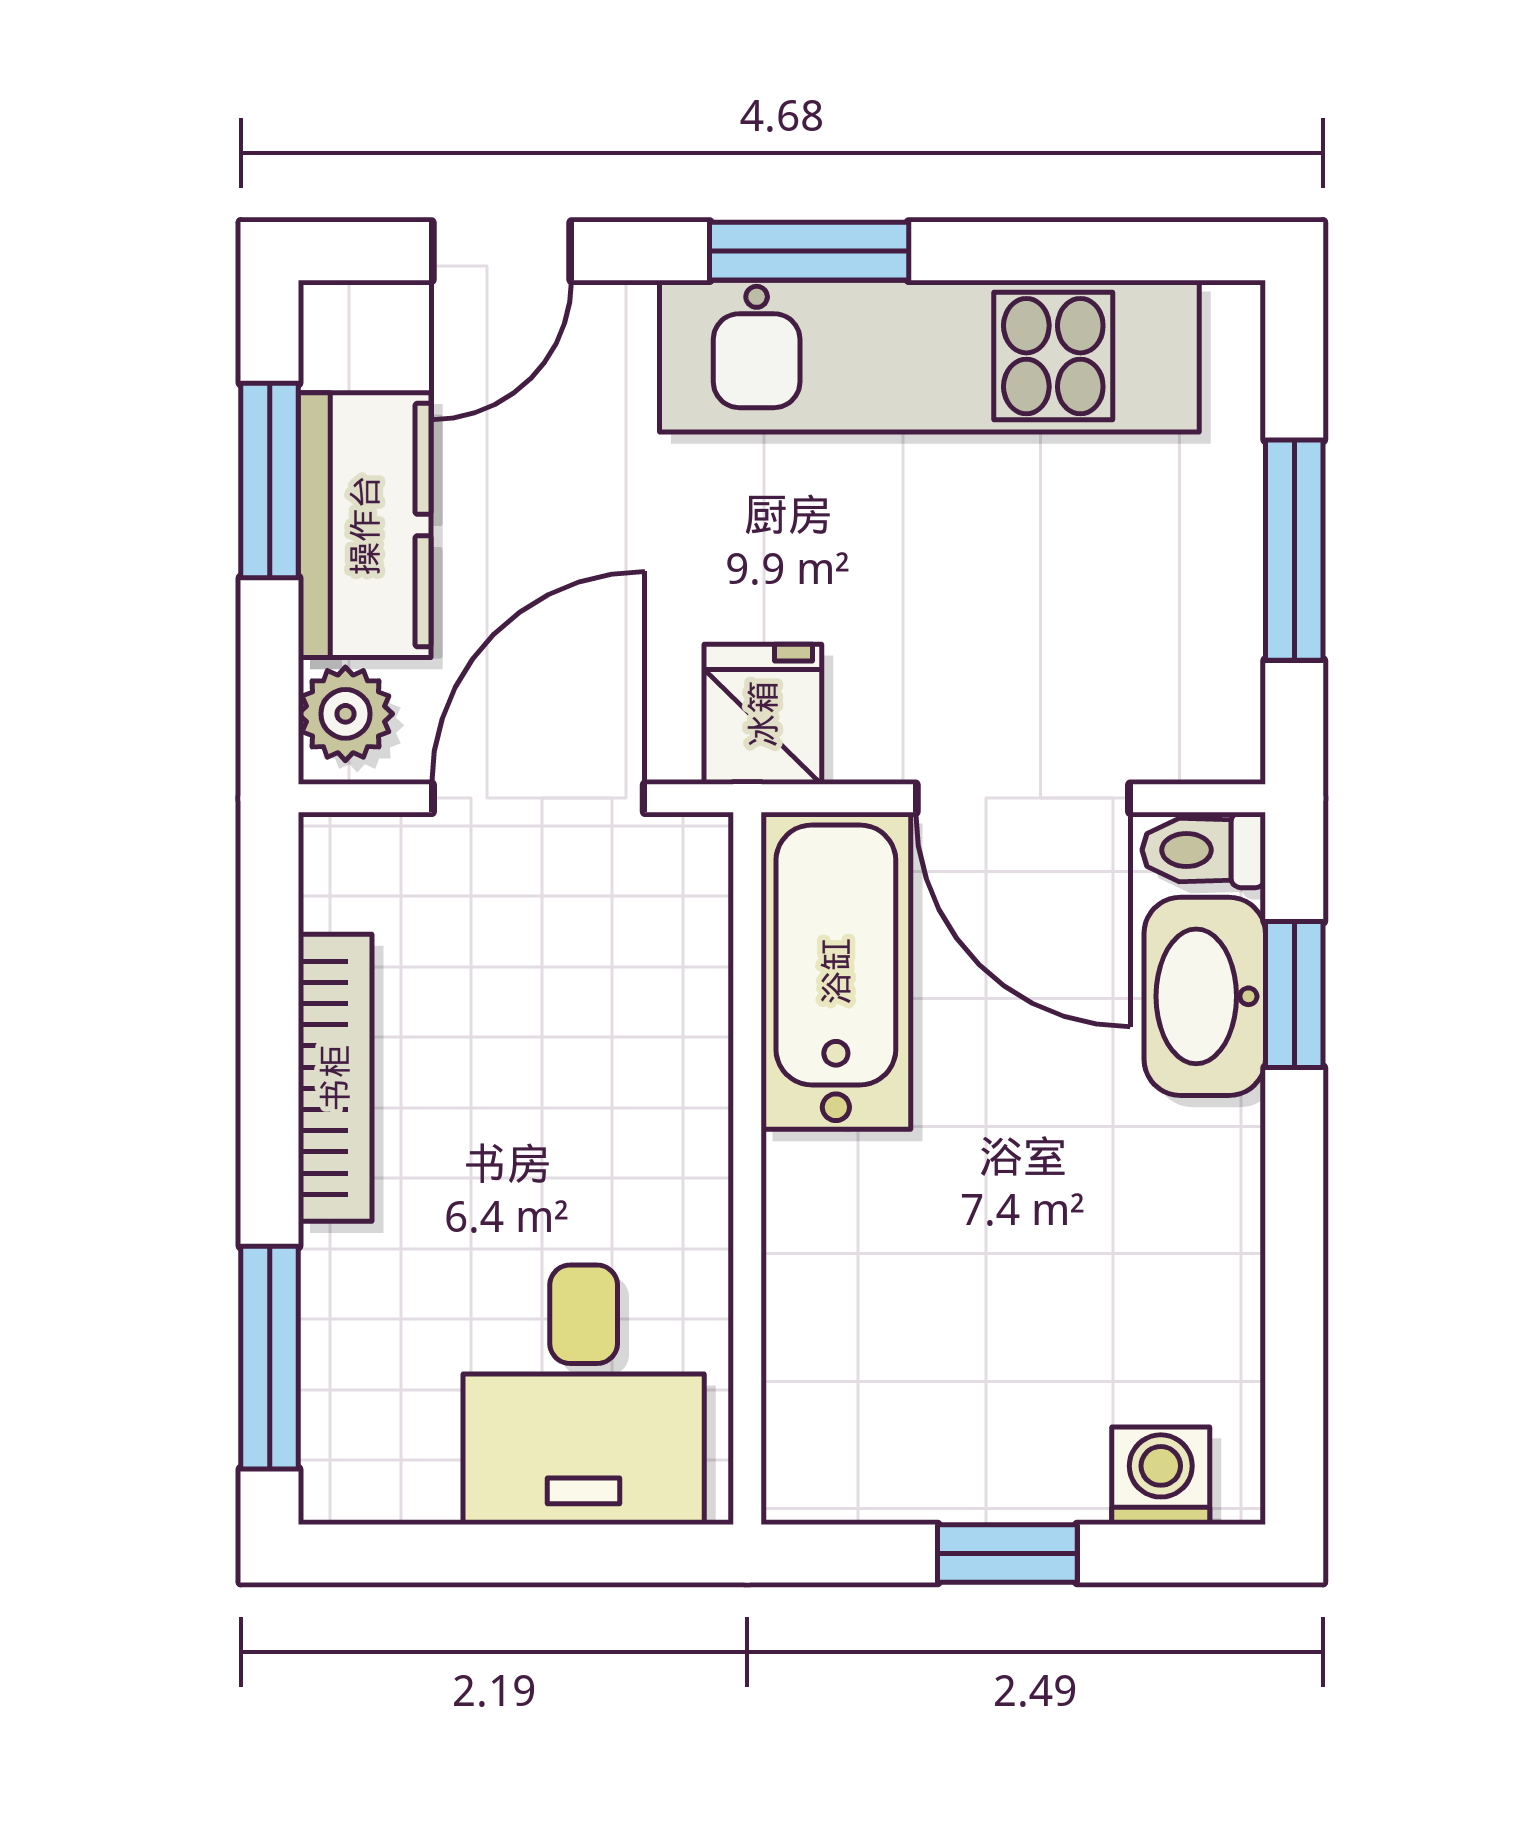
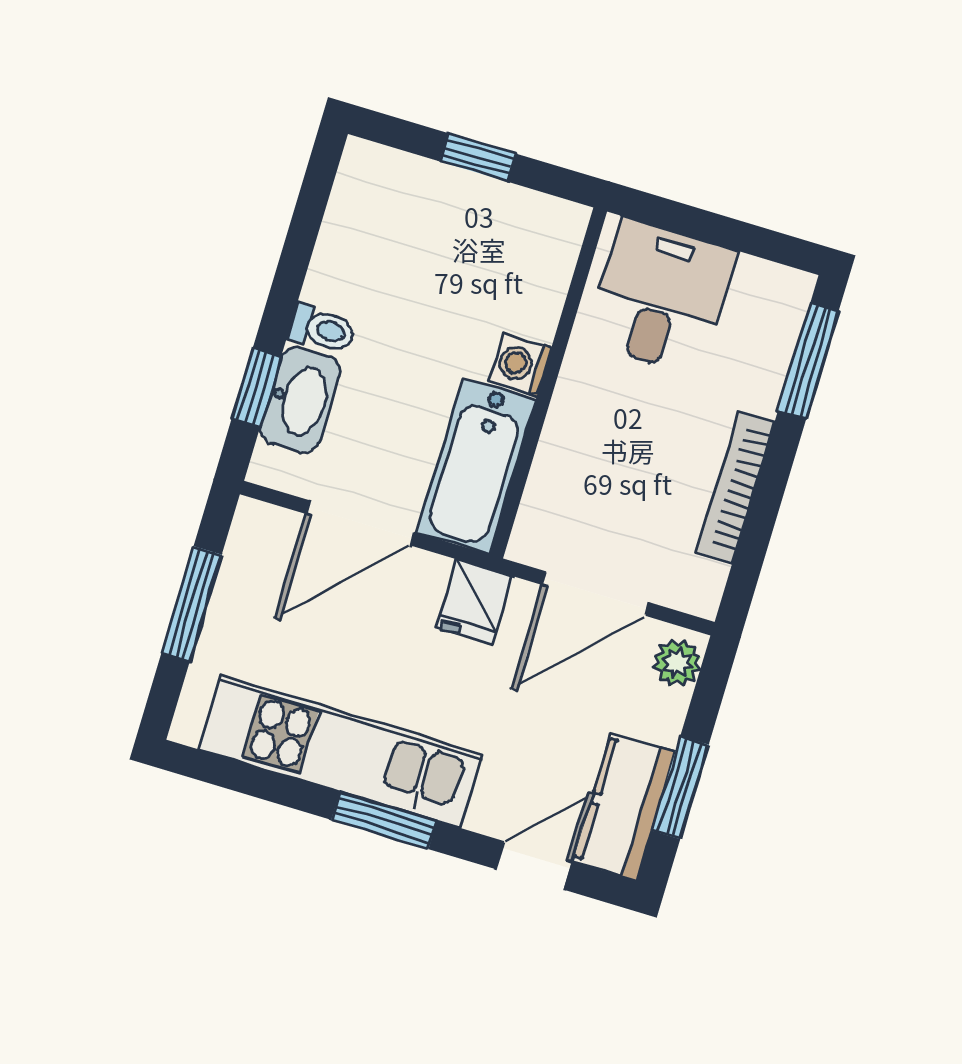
kitchen counter: (365, 525) -> (624, 807), moved
door: (1023, 798) -> (360, 523), swing flipped
toilet: (1204, 850) -> (322, 329), moved
washing machine: (1161, 1476) -> (520, 364), moved, turned 90

